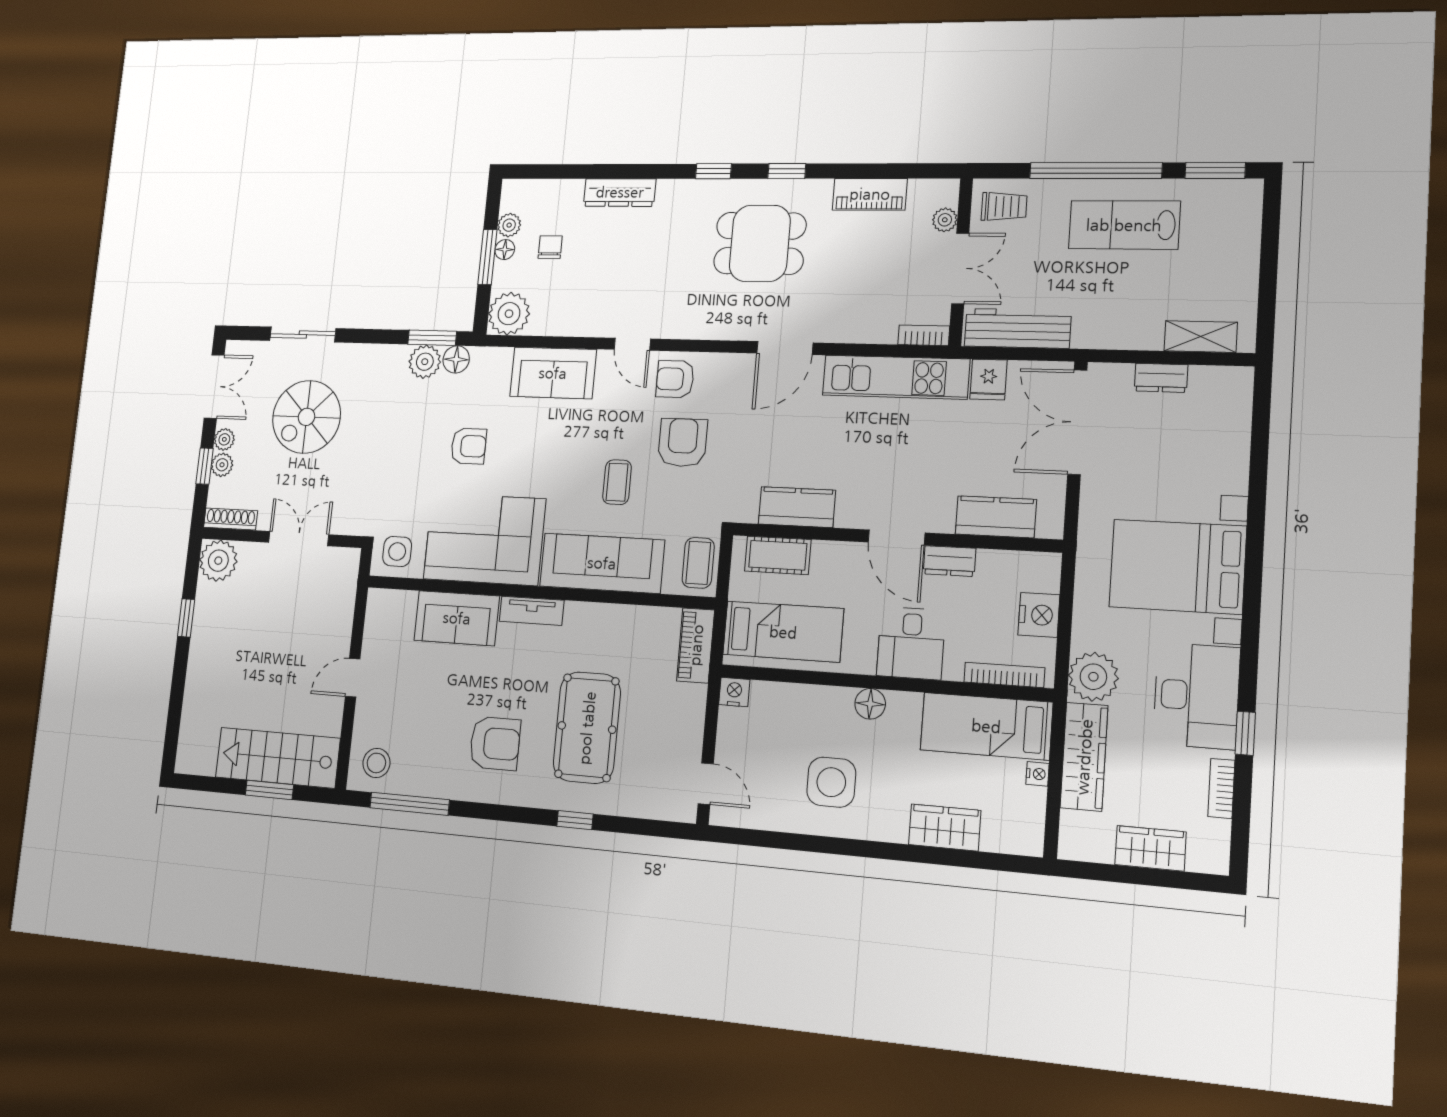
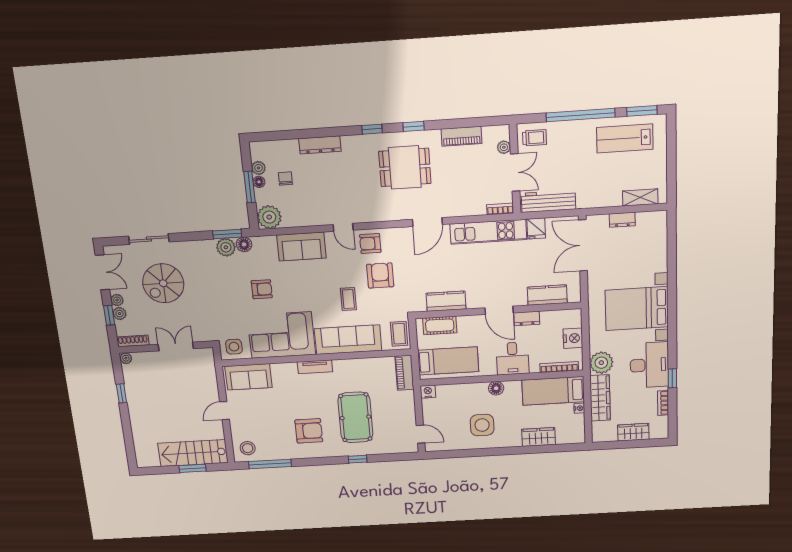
lab bench: (1124, 225) -> (625, 138), moved
plant: (218, 561) -> (126, 358), width x0.53, depth x0.53
sofa: (457, 618) -> (249, 377), moved

